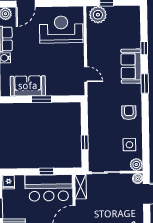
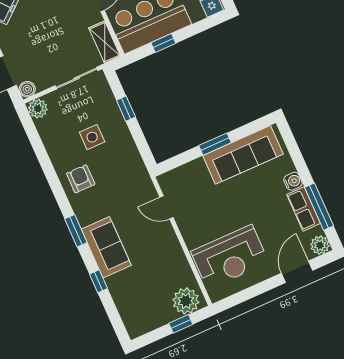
sofa: (28, 86) -> (243, 155), width x1.36
armchair: (129, 113) -> (81, 179), turned 180
side table: (129, 145) -> (92, 137), moved

